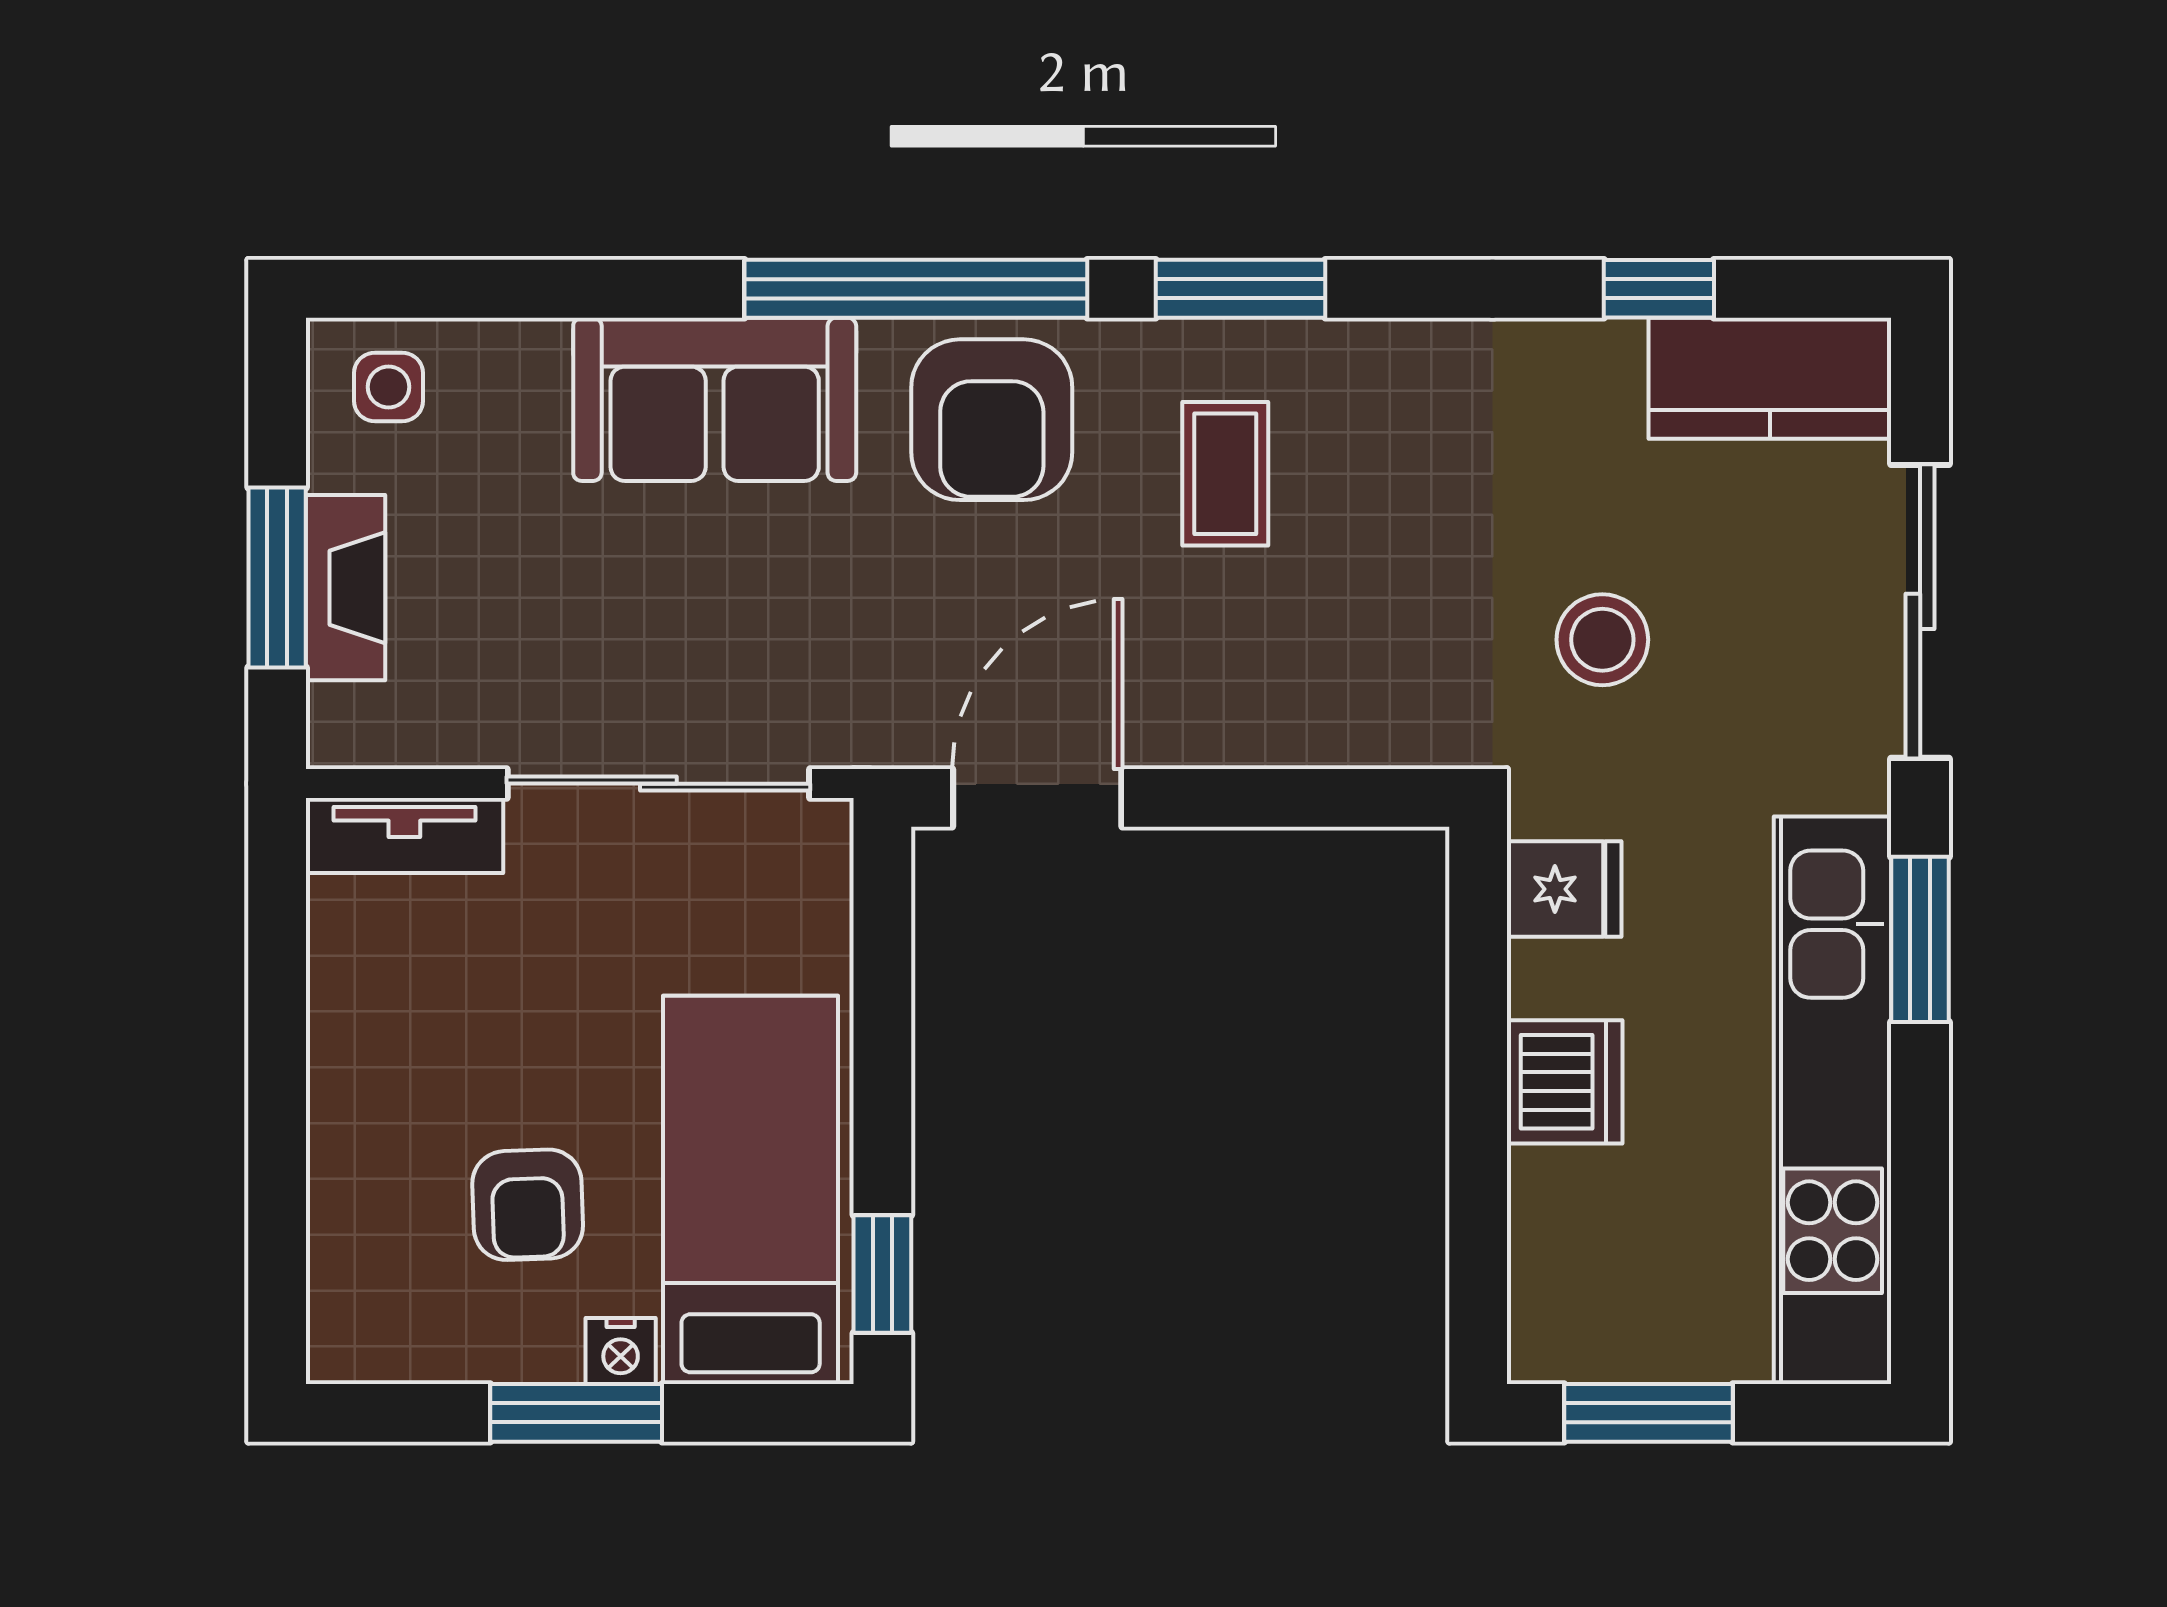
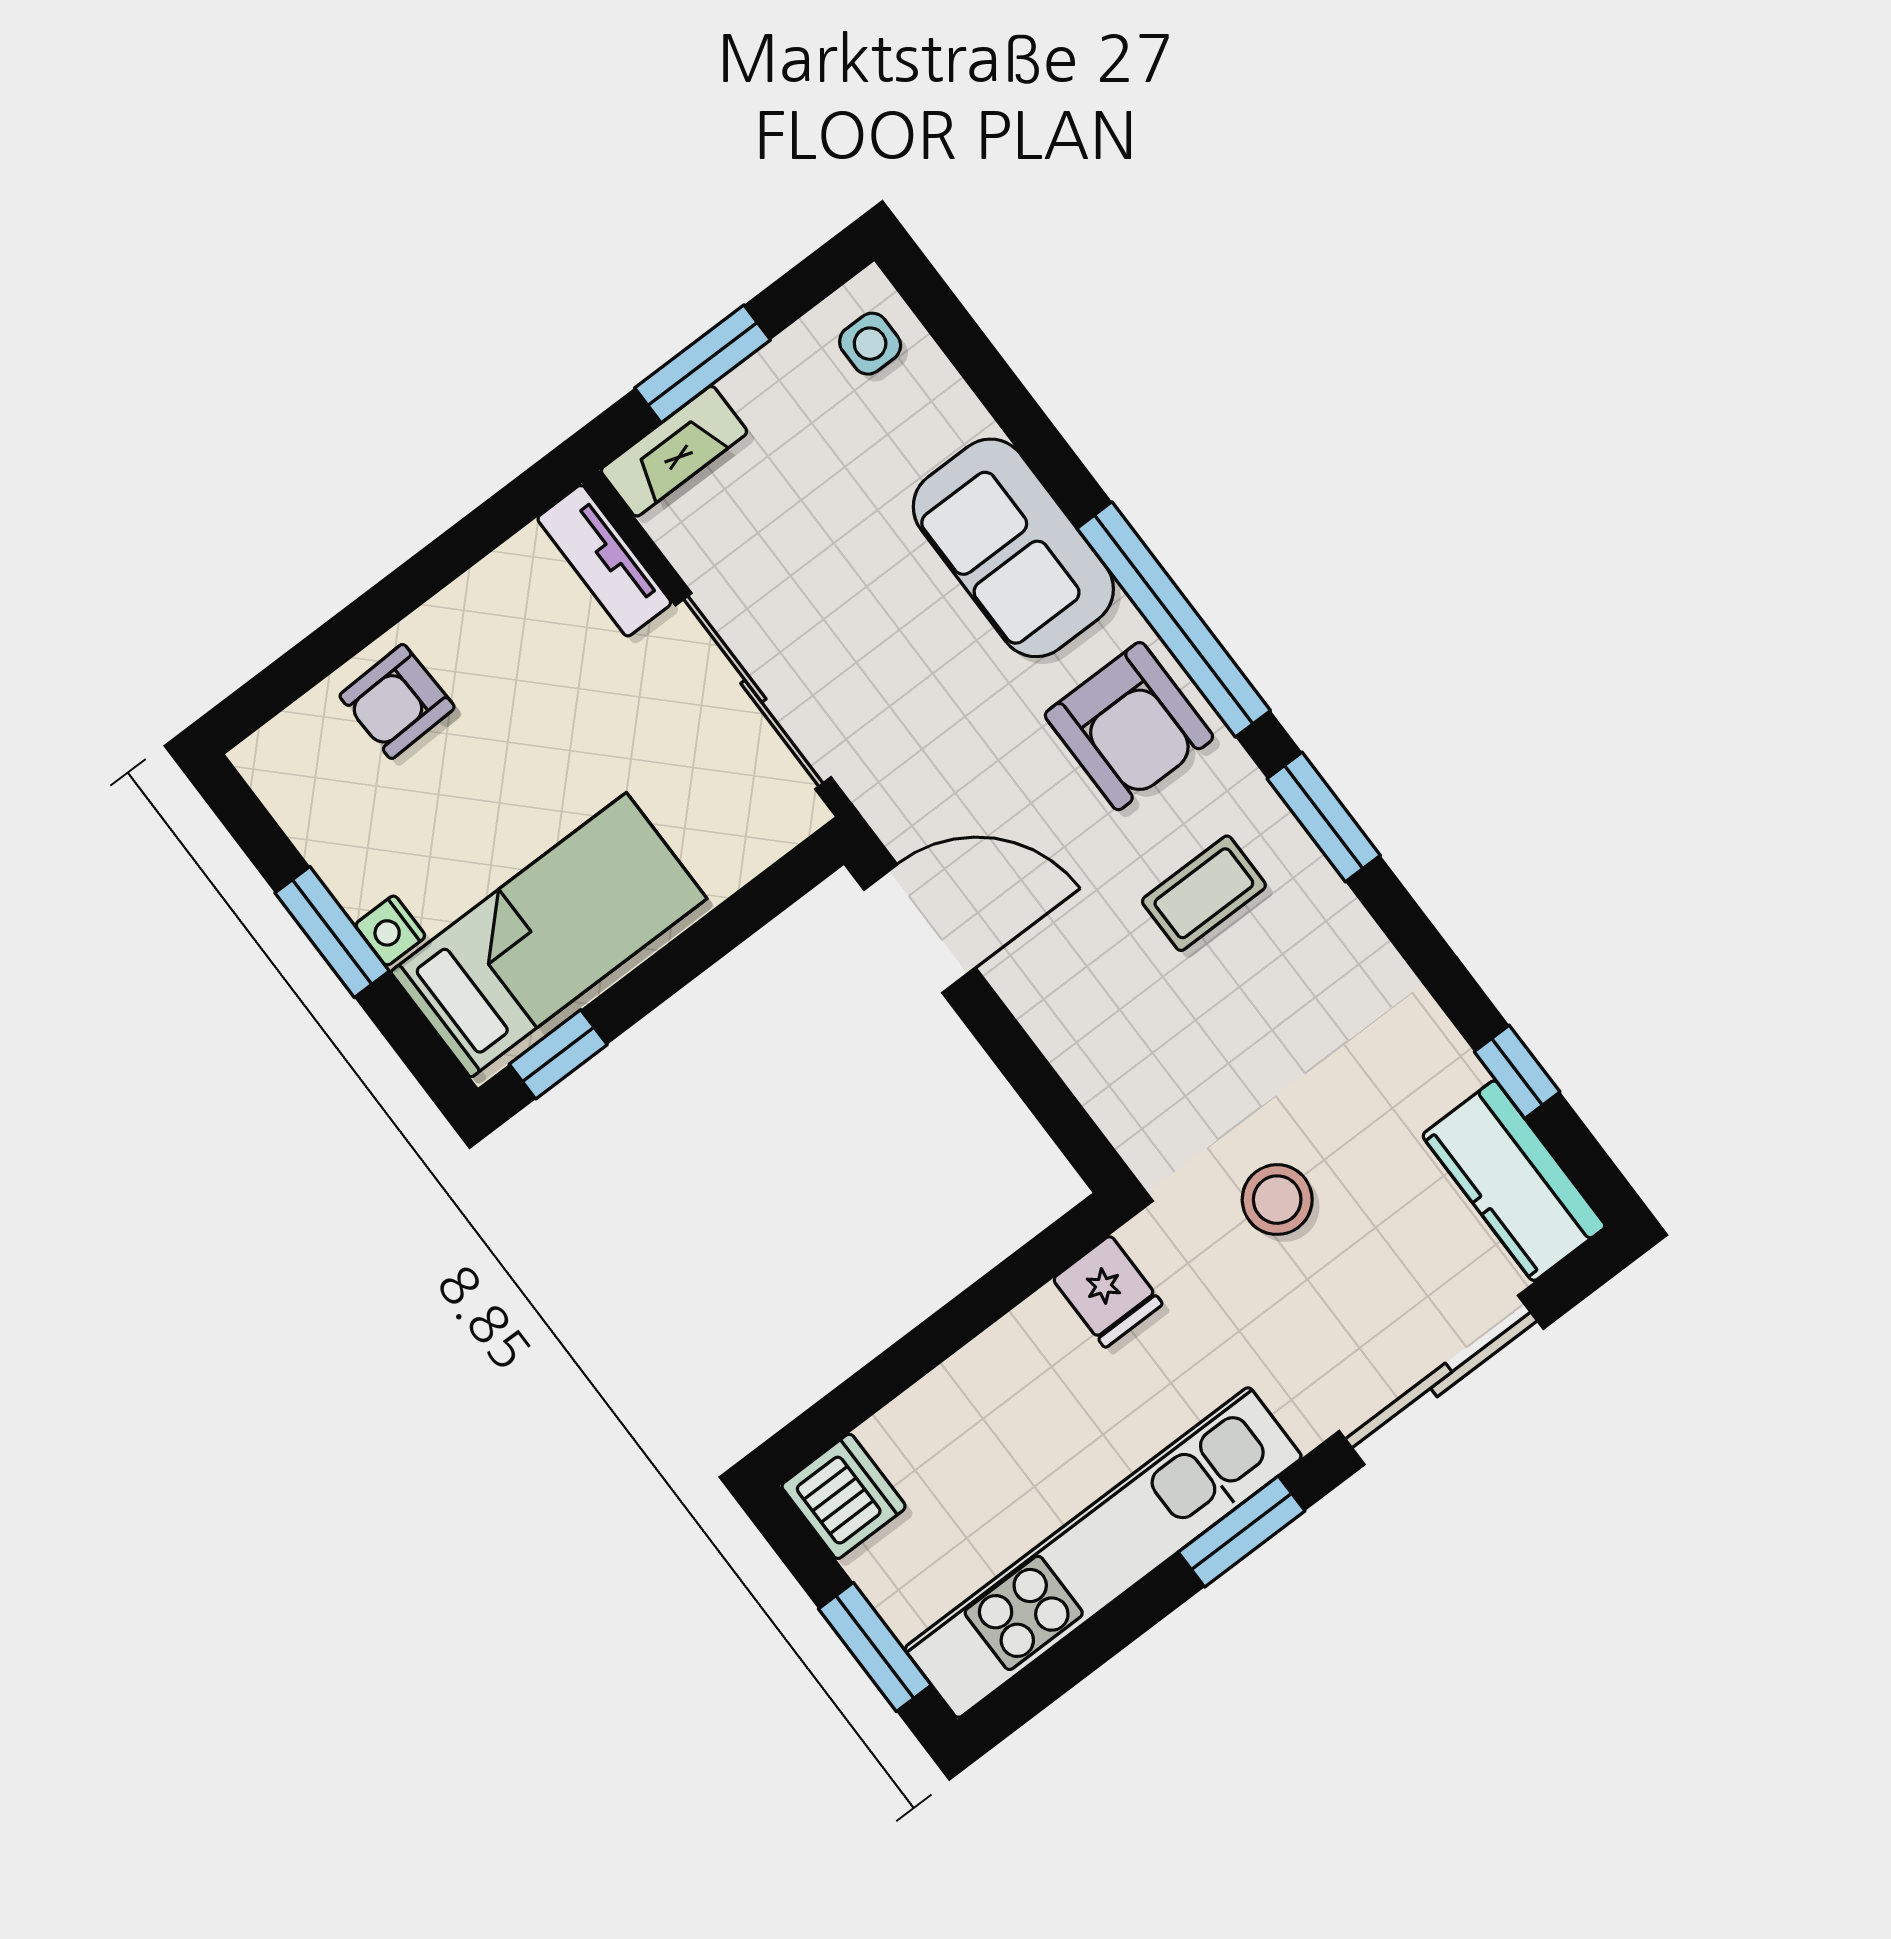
armchair: (992, 420) -> (1129, 726), turned -90
fireplace: (346, 588) -> (674, 451), moved
dishwasher: (1565, 1082) -> (844, 1496), moved, turned -90
armchair: (528, 1205) -> (397, 701), moved
window: (1648, 1413) -> (875, 1647), moved

